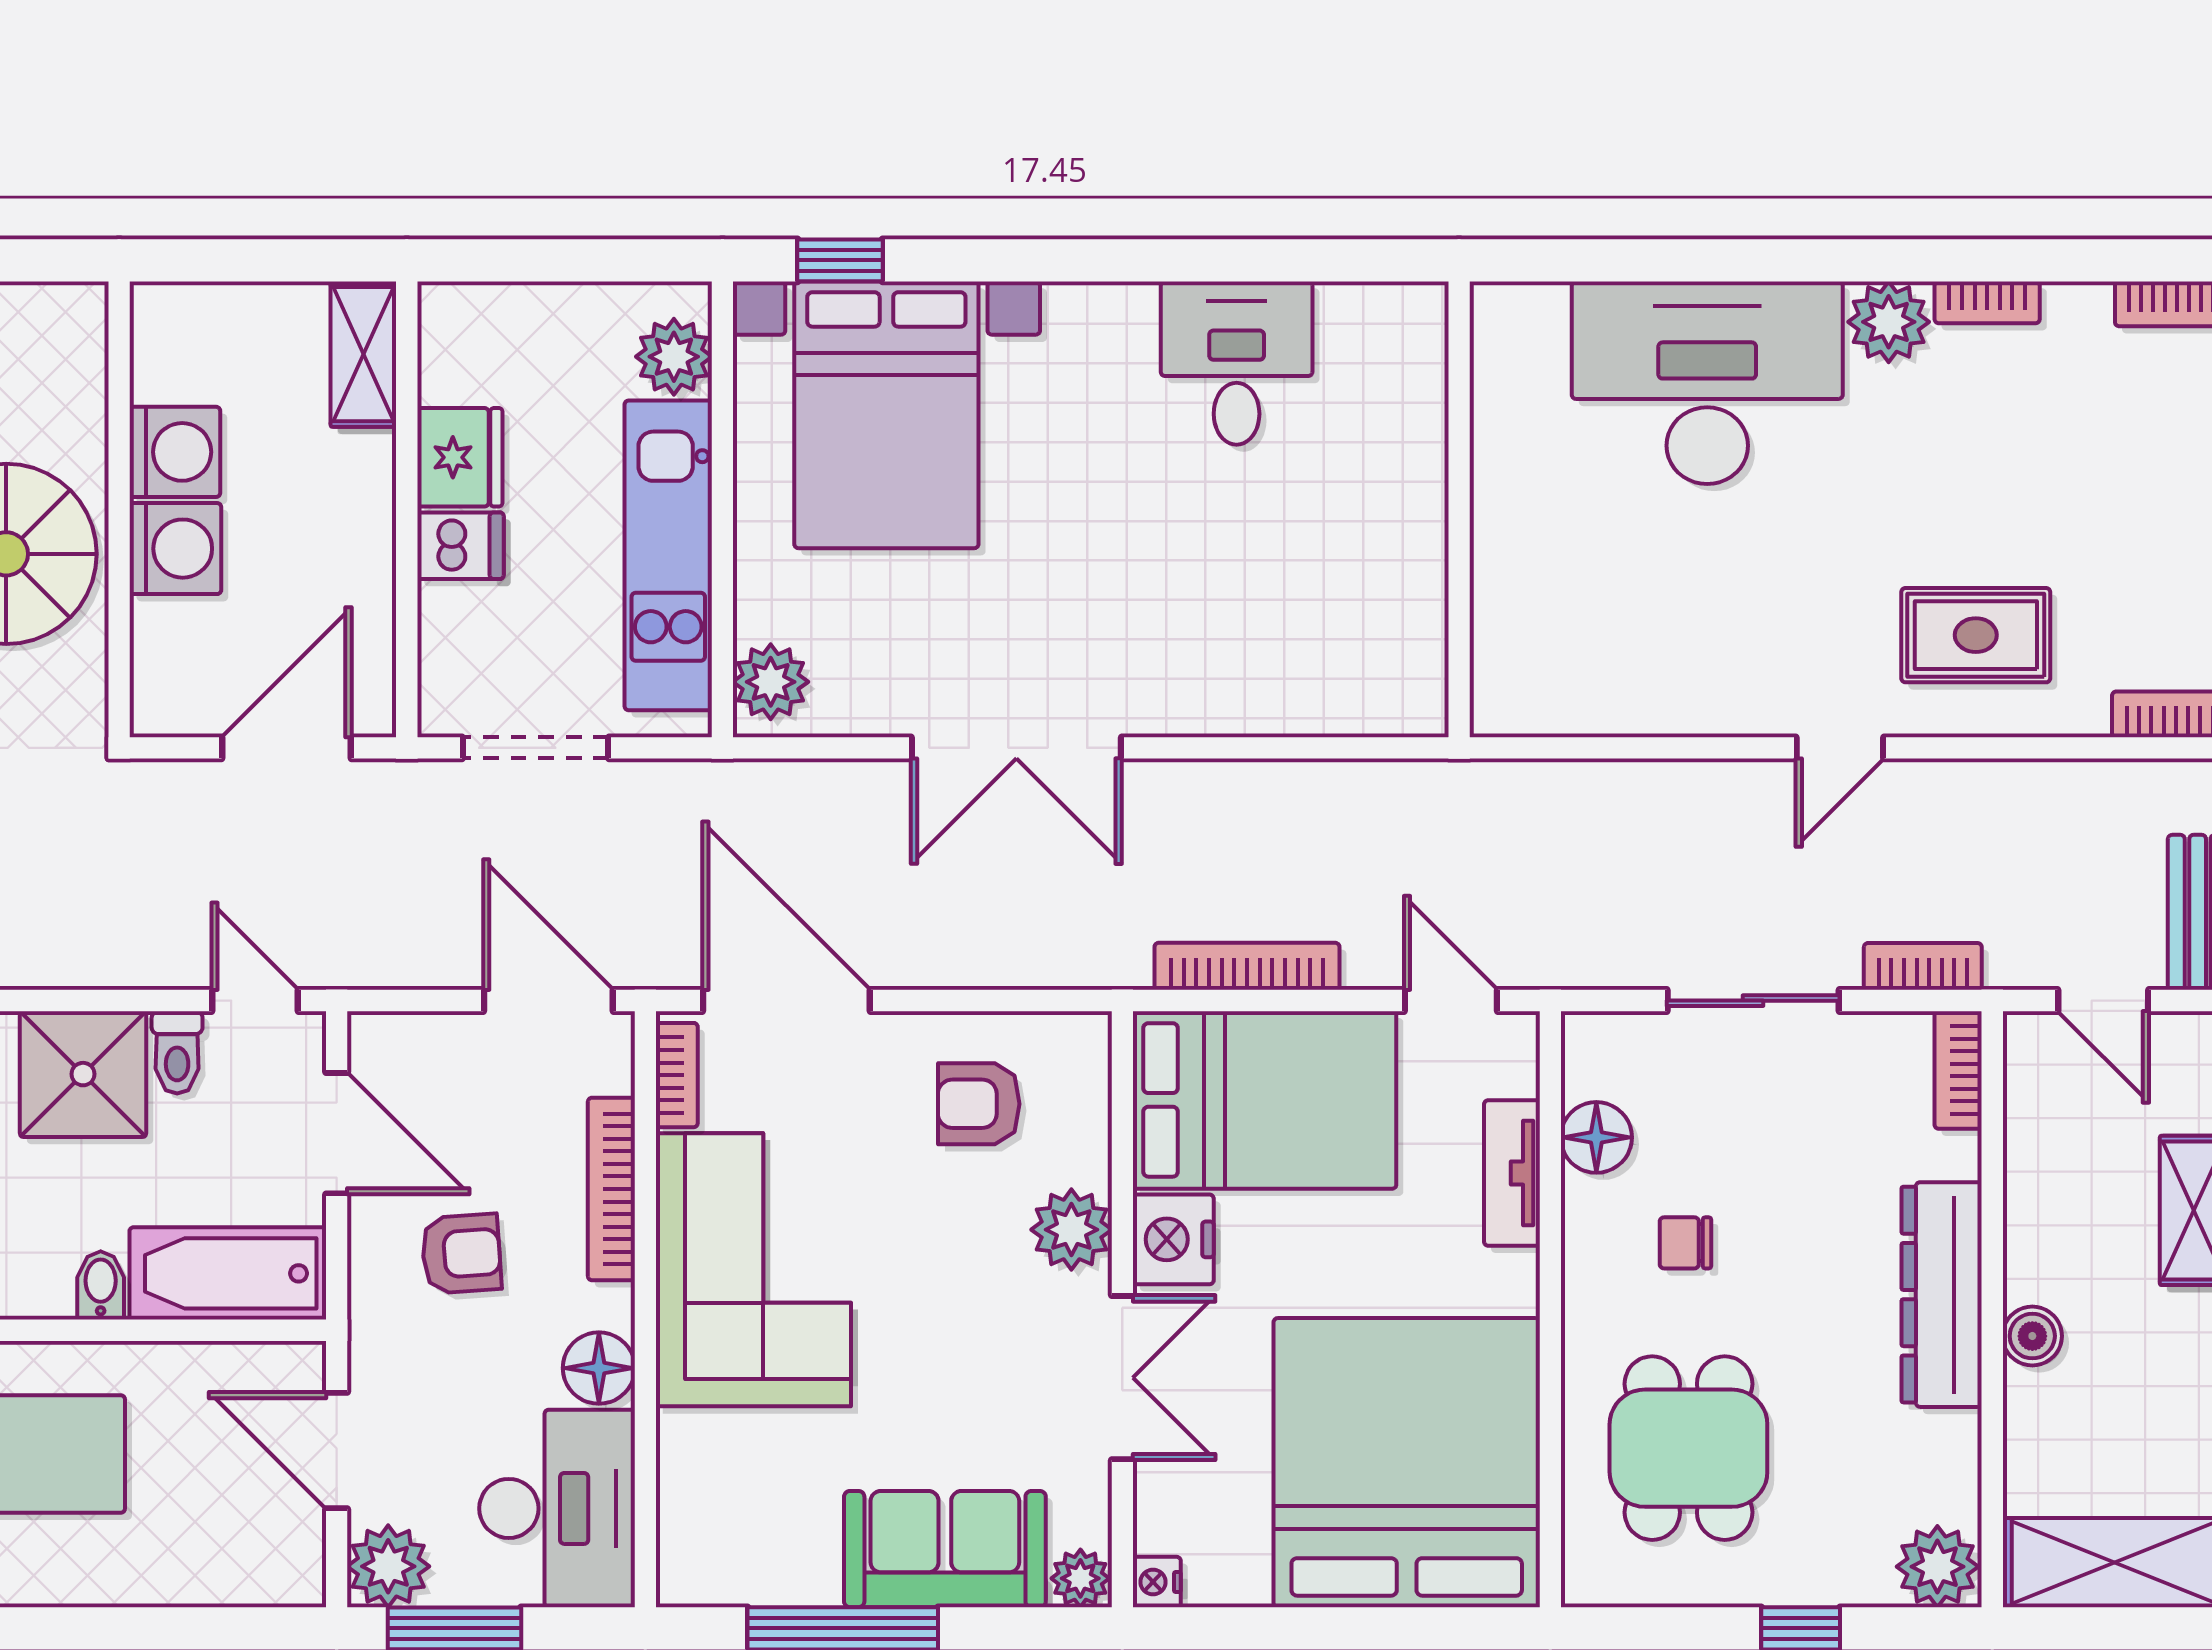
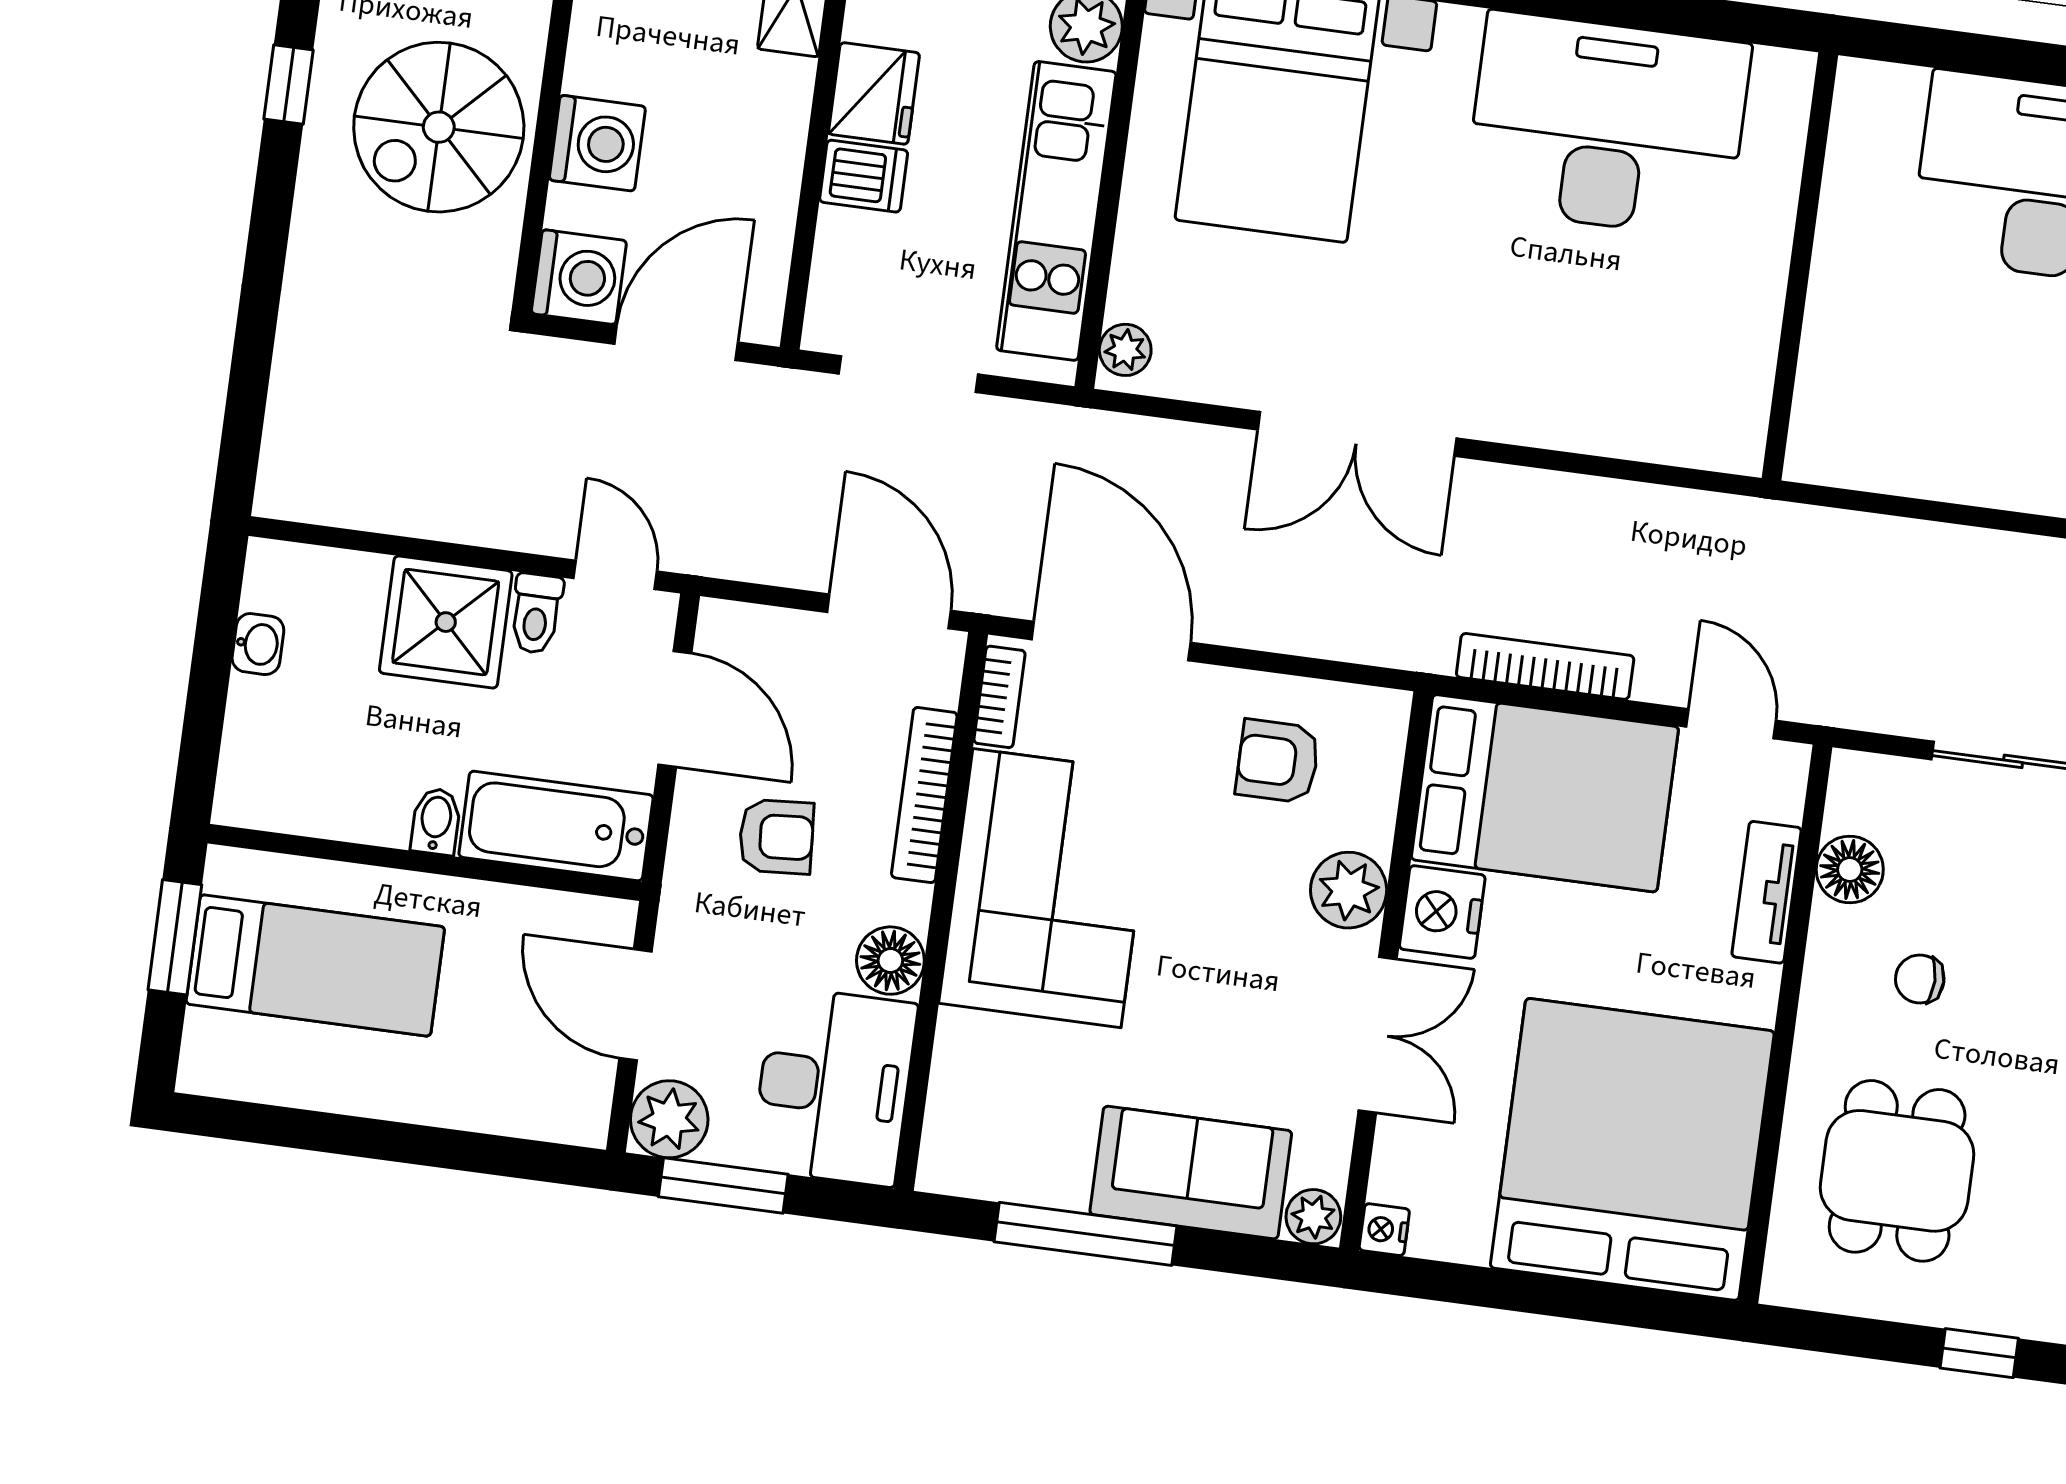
desk: (1237, 363) -> (1607, 125), width x1.87, depth x1.30
washing machine: (175, 452) -> (579, 277), moved
plant: (771, 682) -> (1125, 350), width x0.73, depth x0.73

